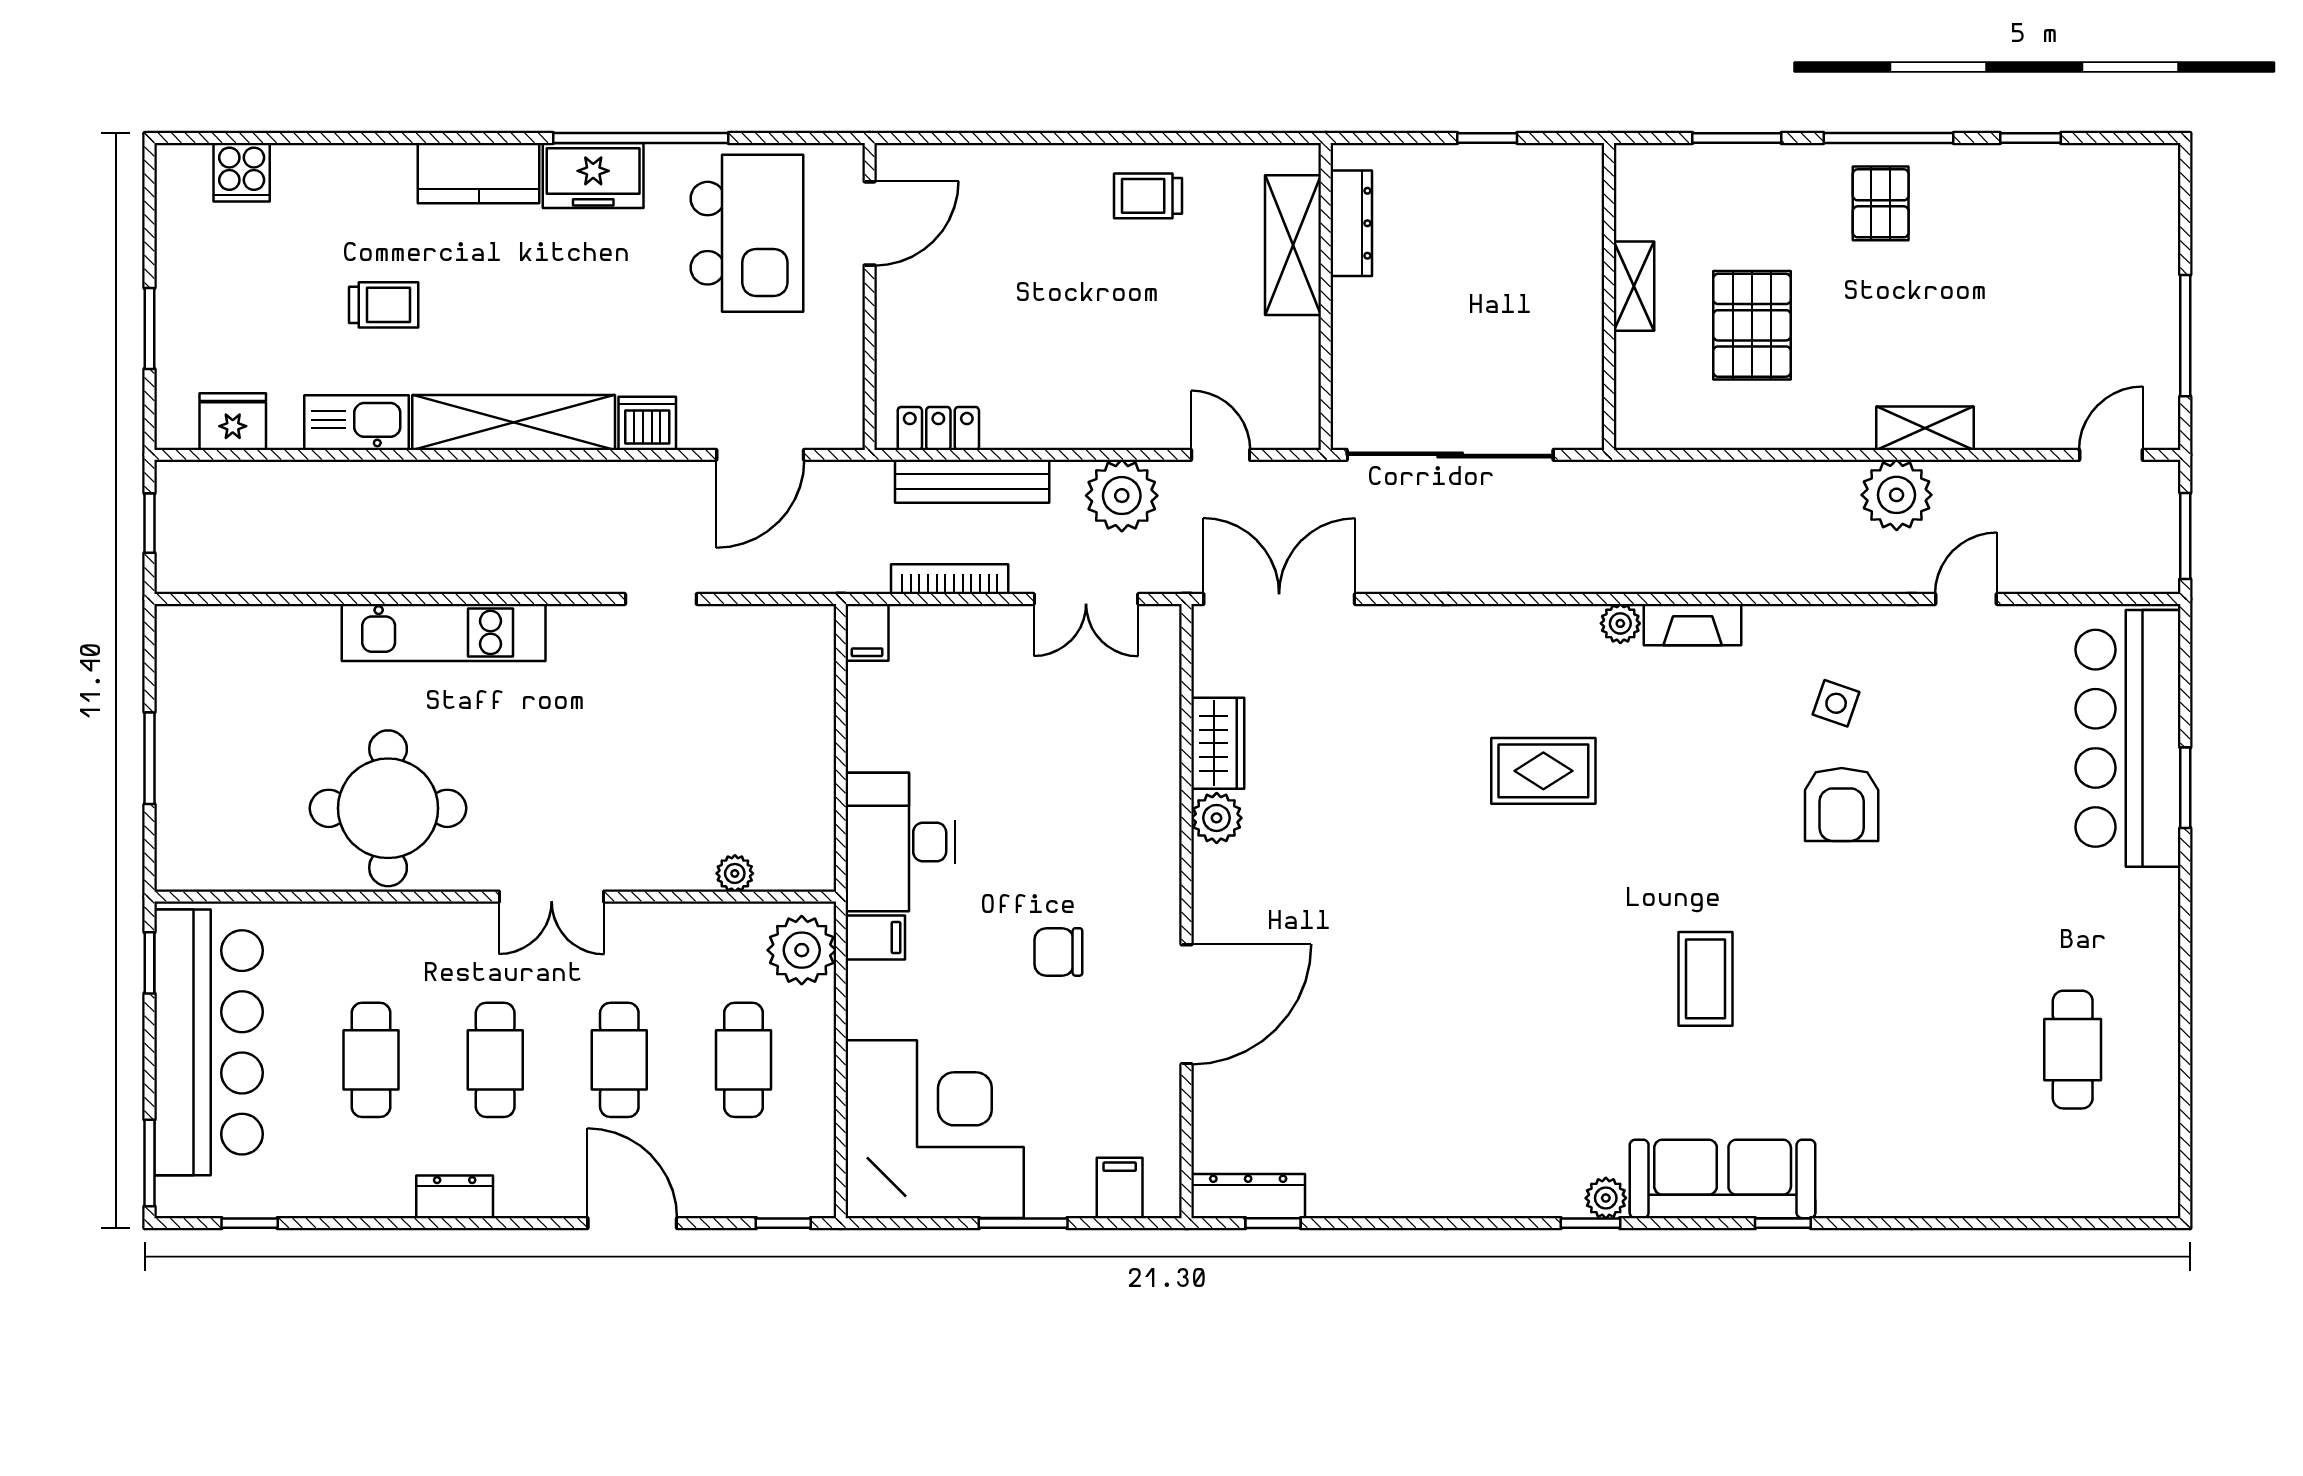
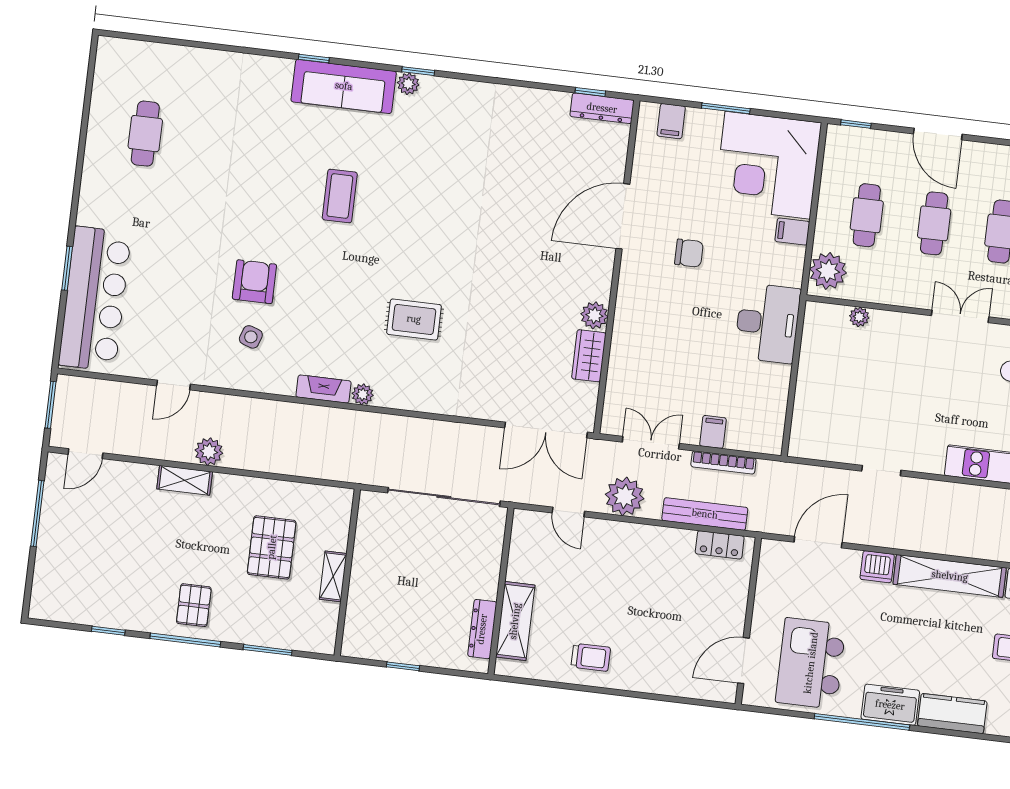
plant: (1897, 495) -> (209, 452), width x0.73, depth x0.73
filing cabinet: (867, 632) -> (713, 432), moved
filing cabinet: (875, 938) -> (792, 231), moved

